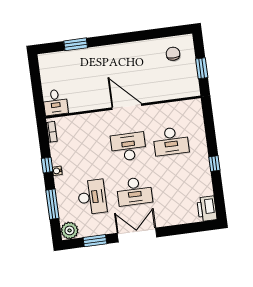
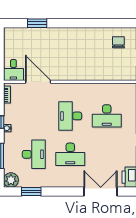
door: (127, 107) -> (38, 82), moved
desk: (128, 147) -> (70, 116), turned -90
double door: (137, 235) -> (101, 192), moved

